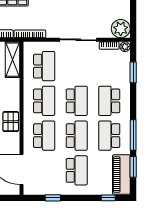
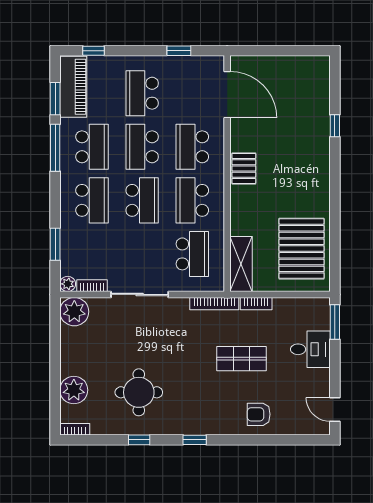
school desk: (44, 66) -> (192, 254), turned 180
school desk: (77, 101) -> (142, 200), turned 180

